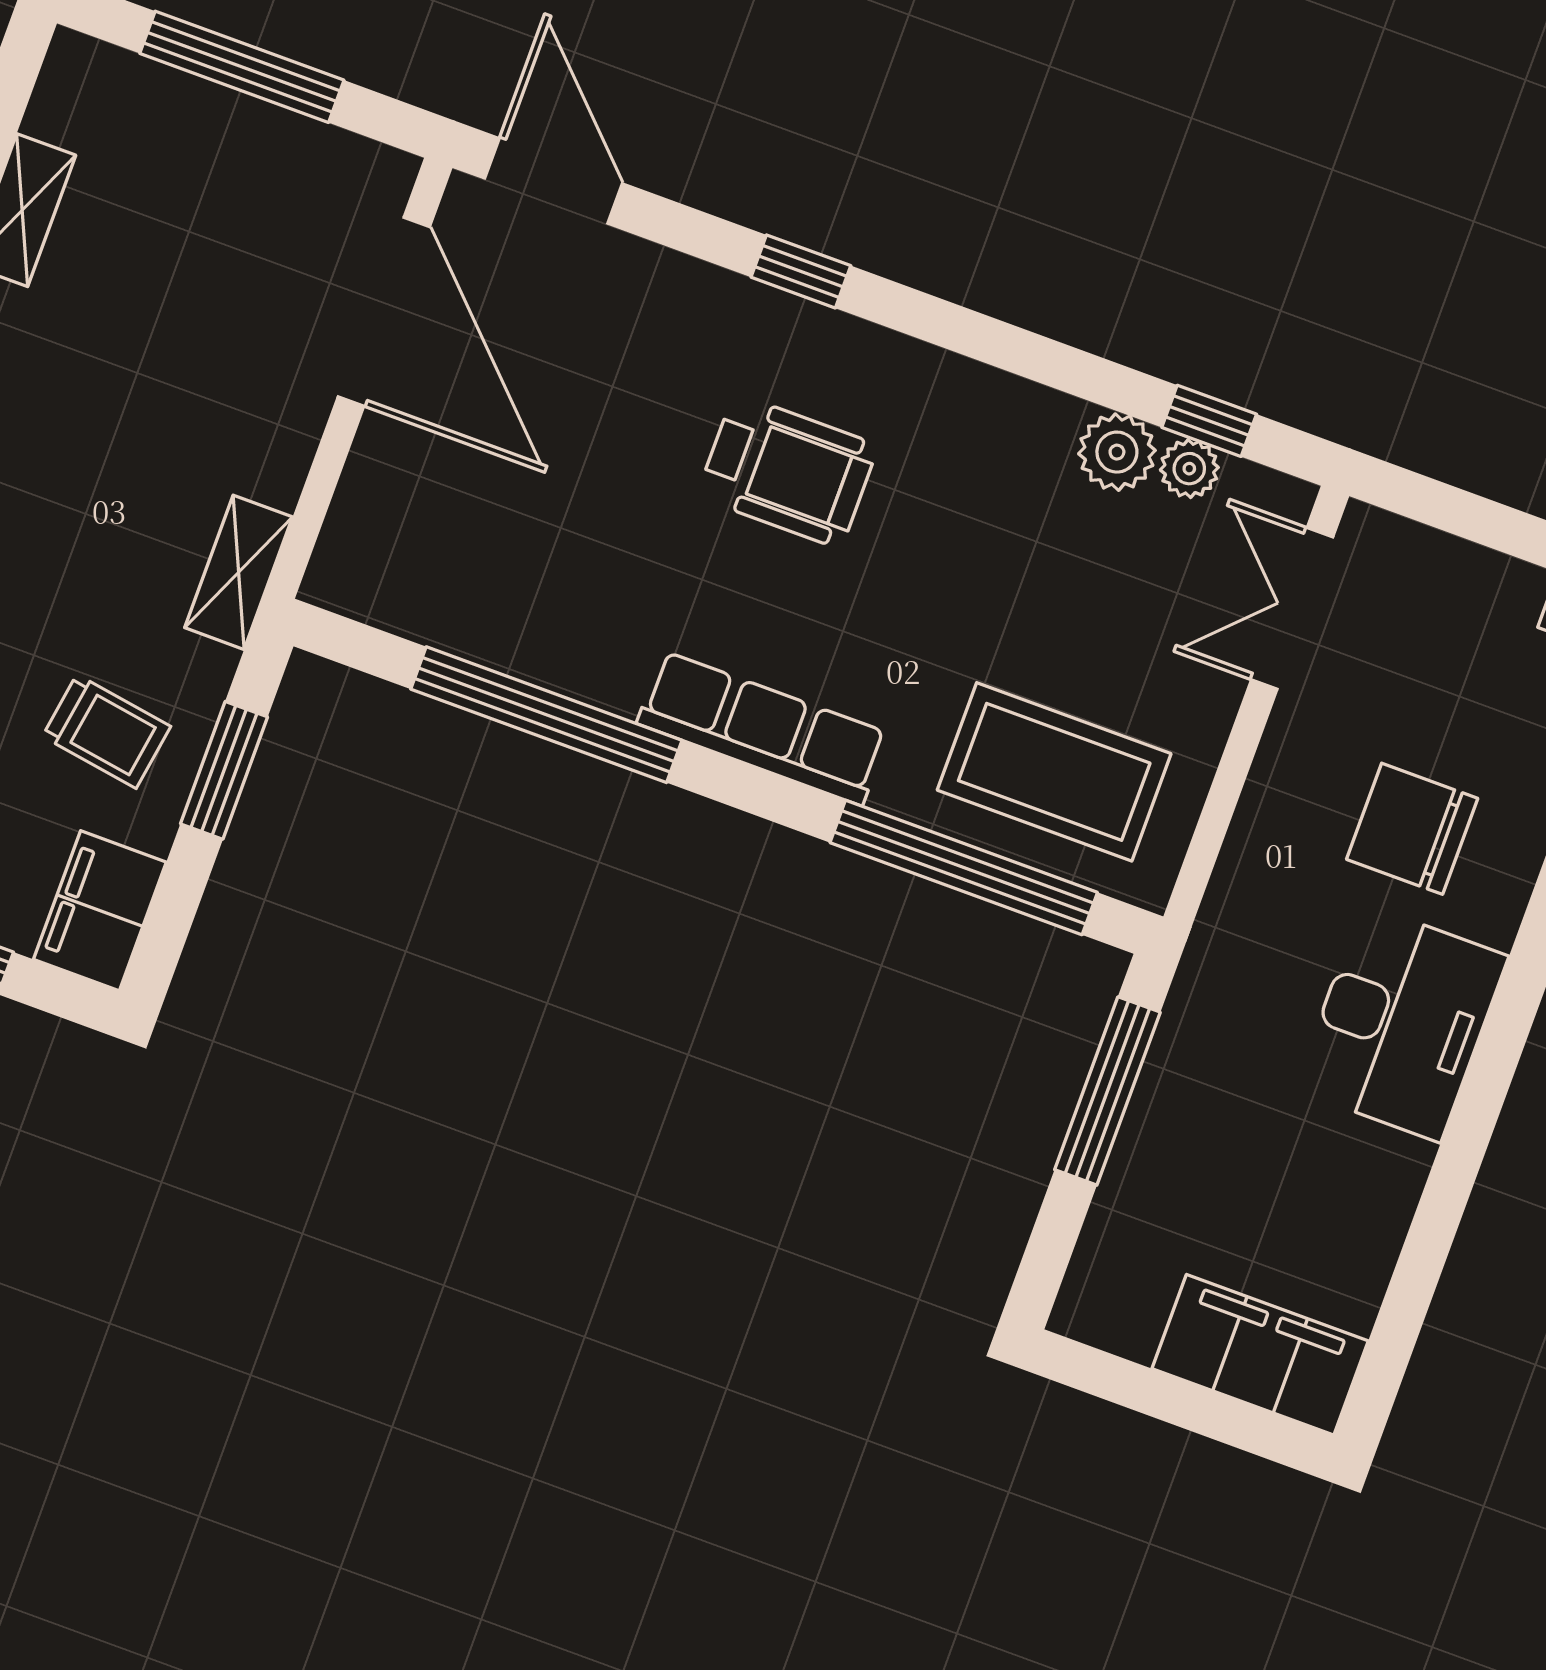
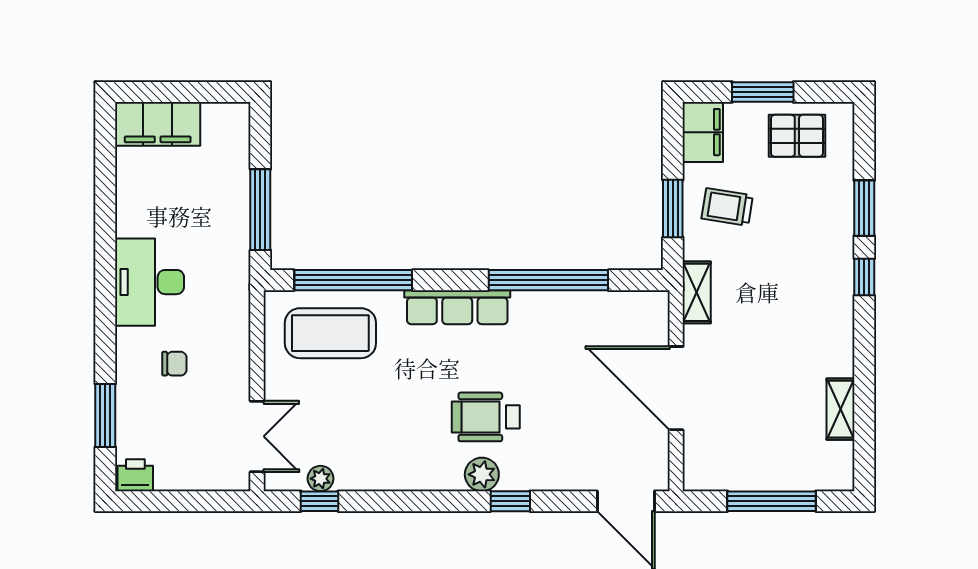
door: (384, 312) -> (676, 388), moved
plant: (1117, 452) -> (482, 474), moved
chair: (1412, 829) -> (174, 364), width x0.54, depth x0.54

